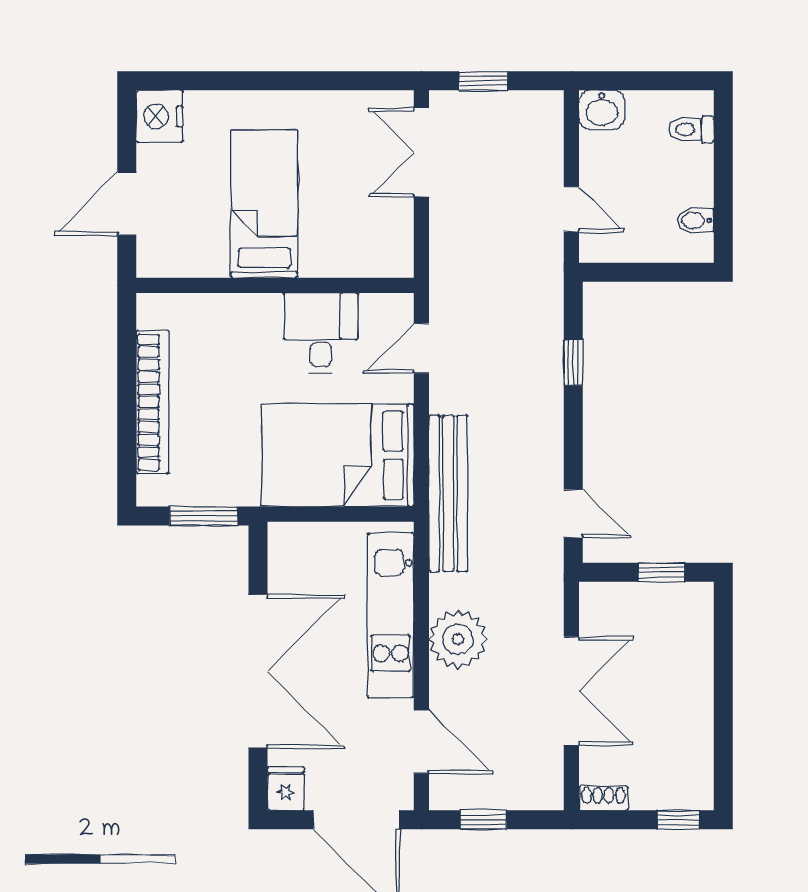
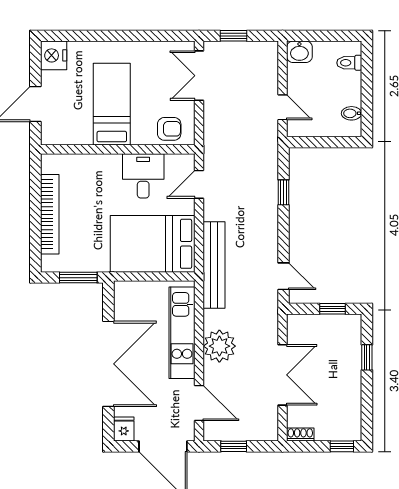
armchair: (368, 248) -> (169, 129), added
window: (723, 660) -> (367, 357), added

